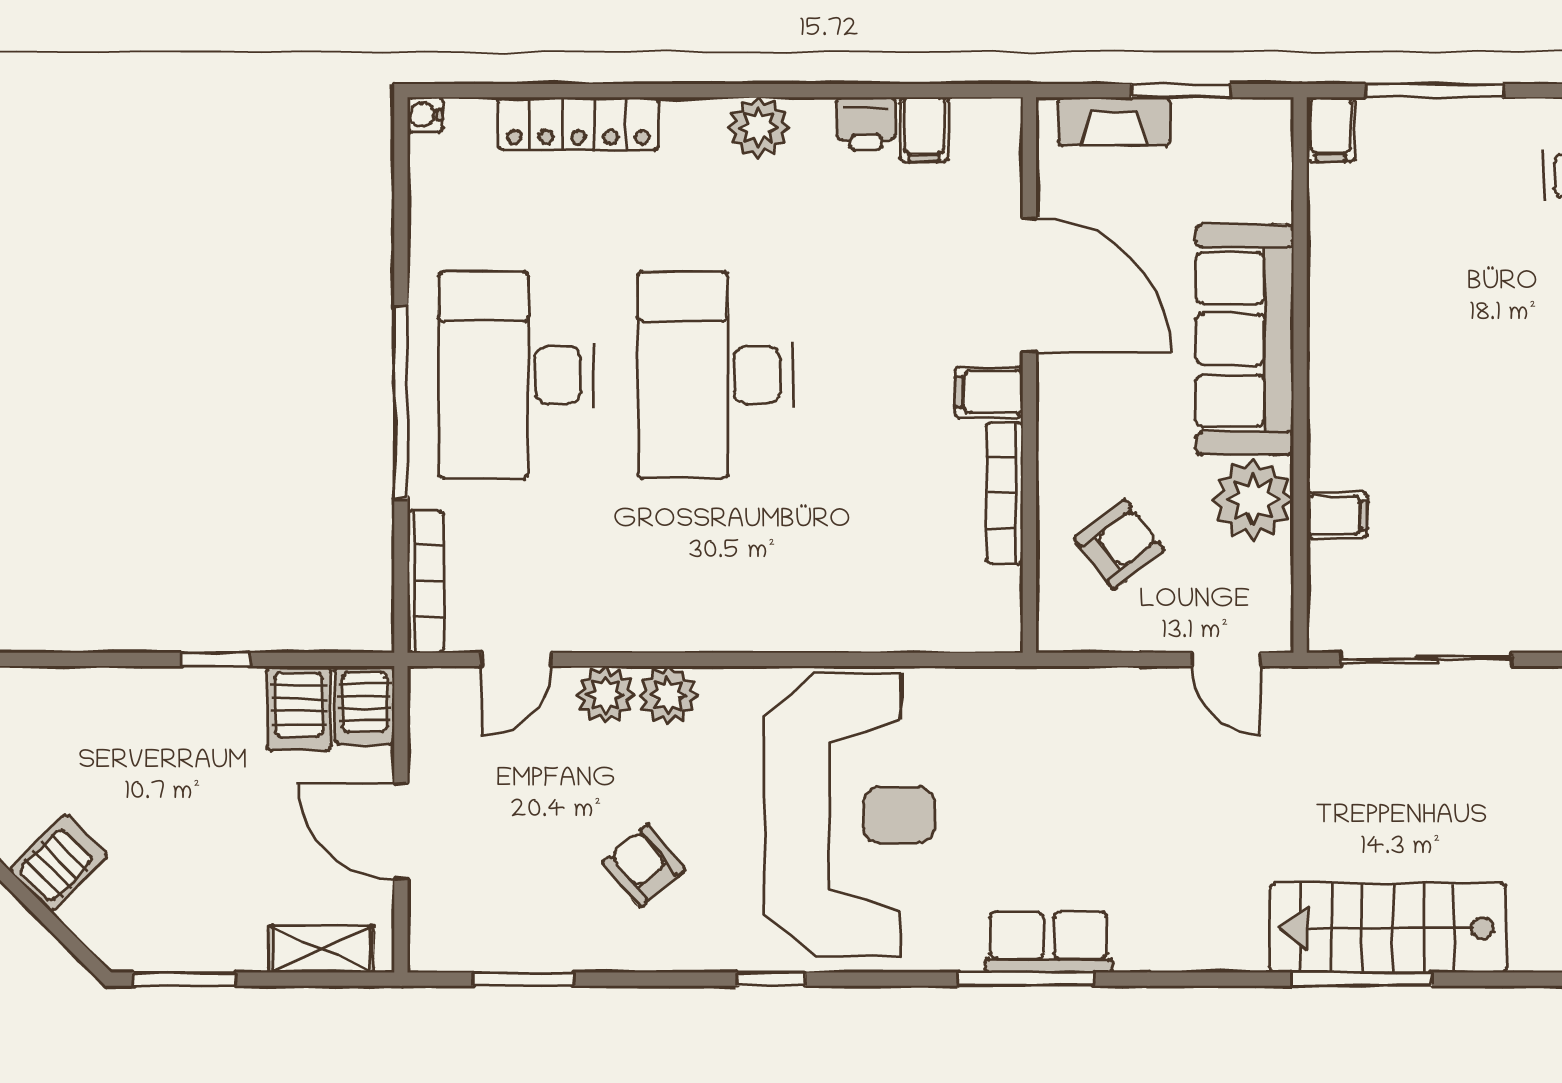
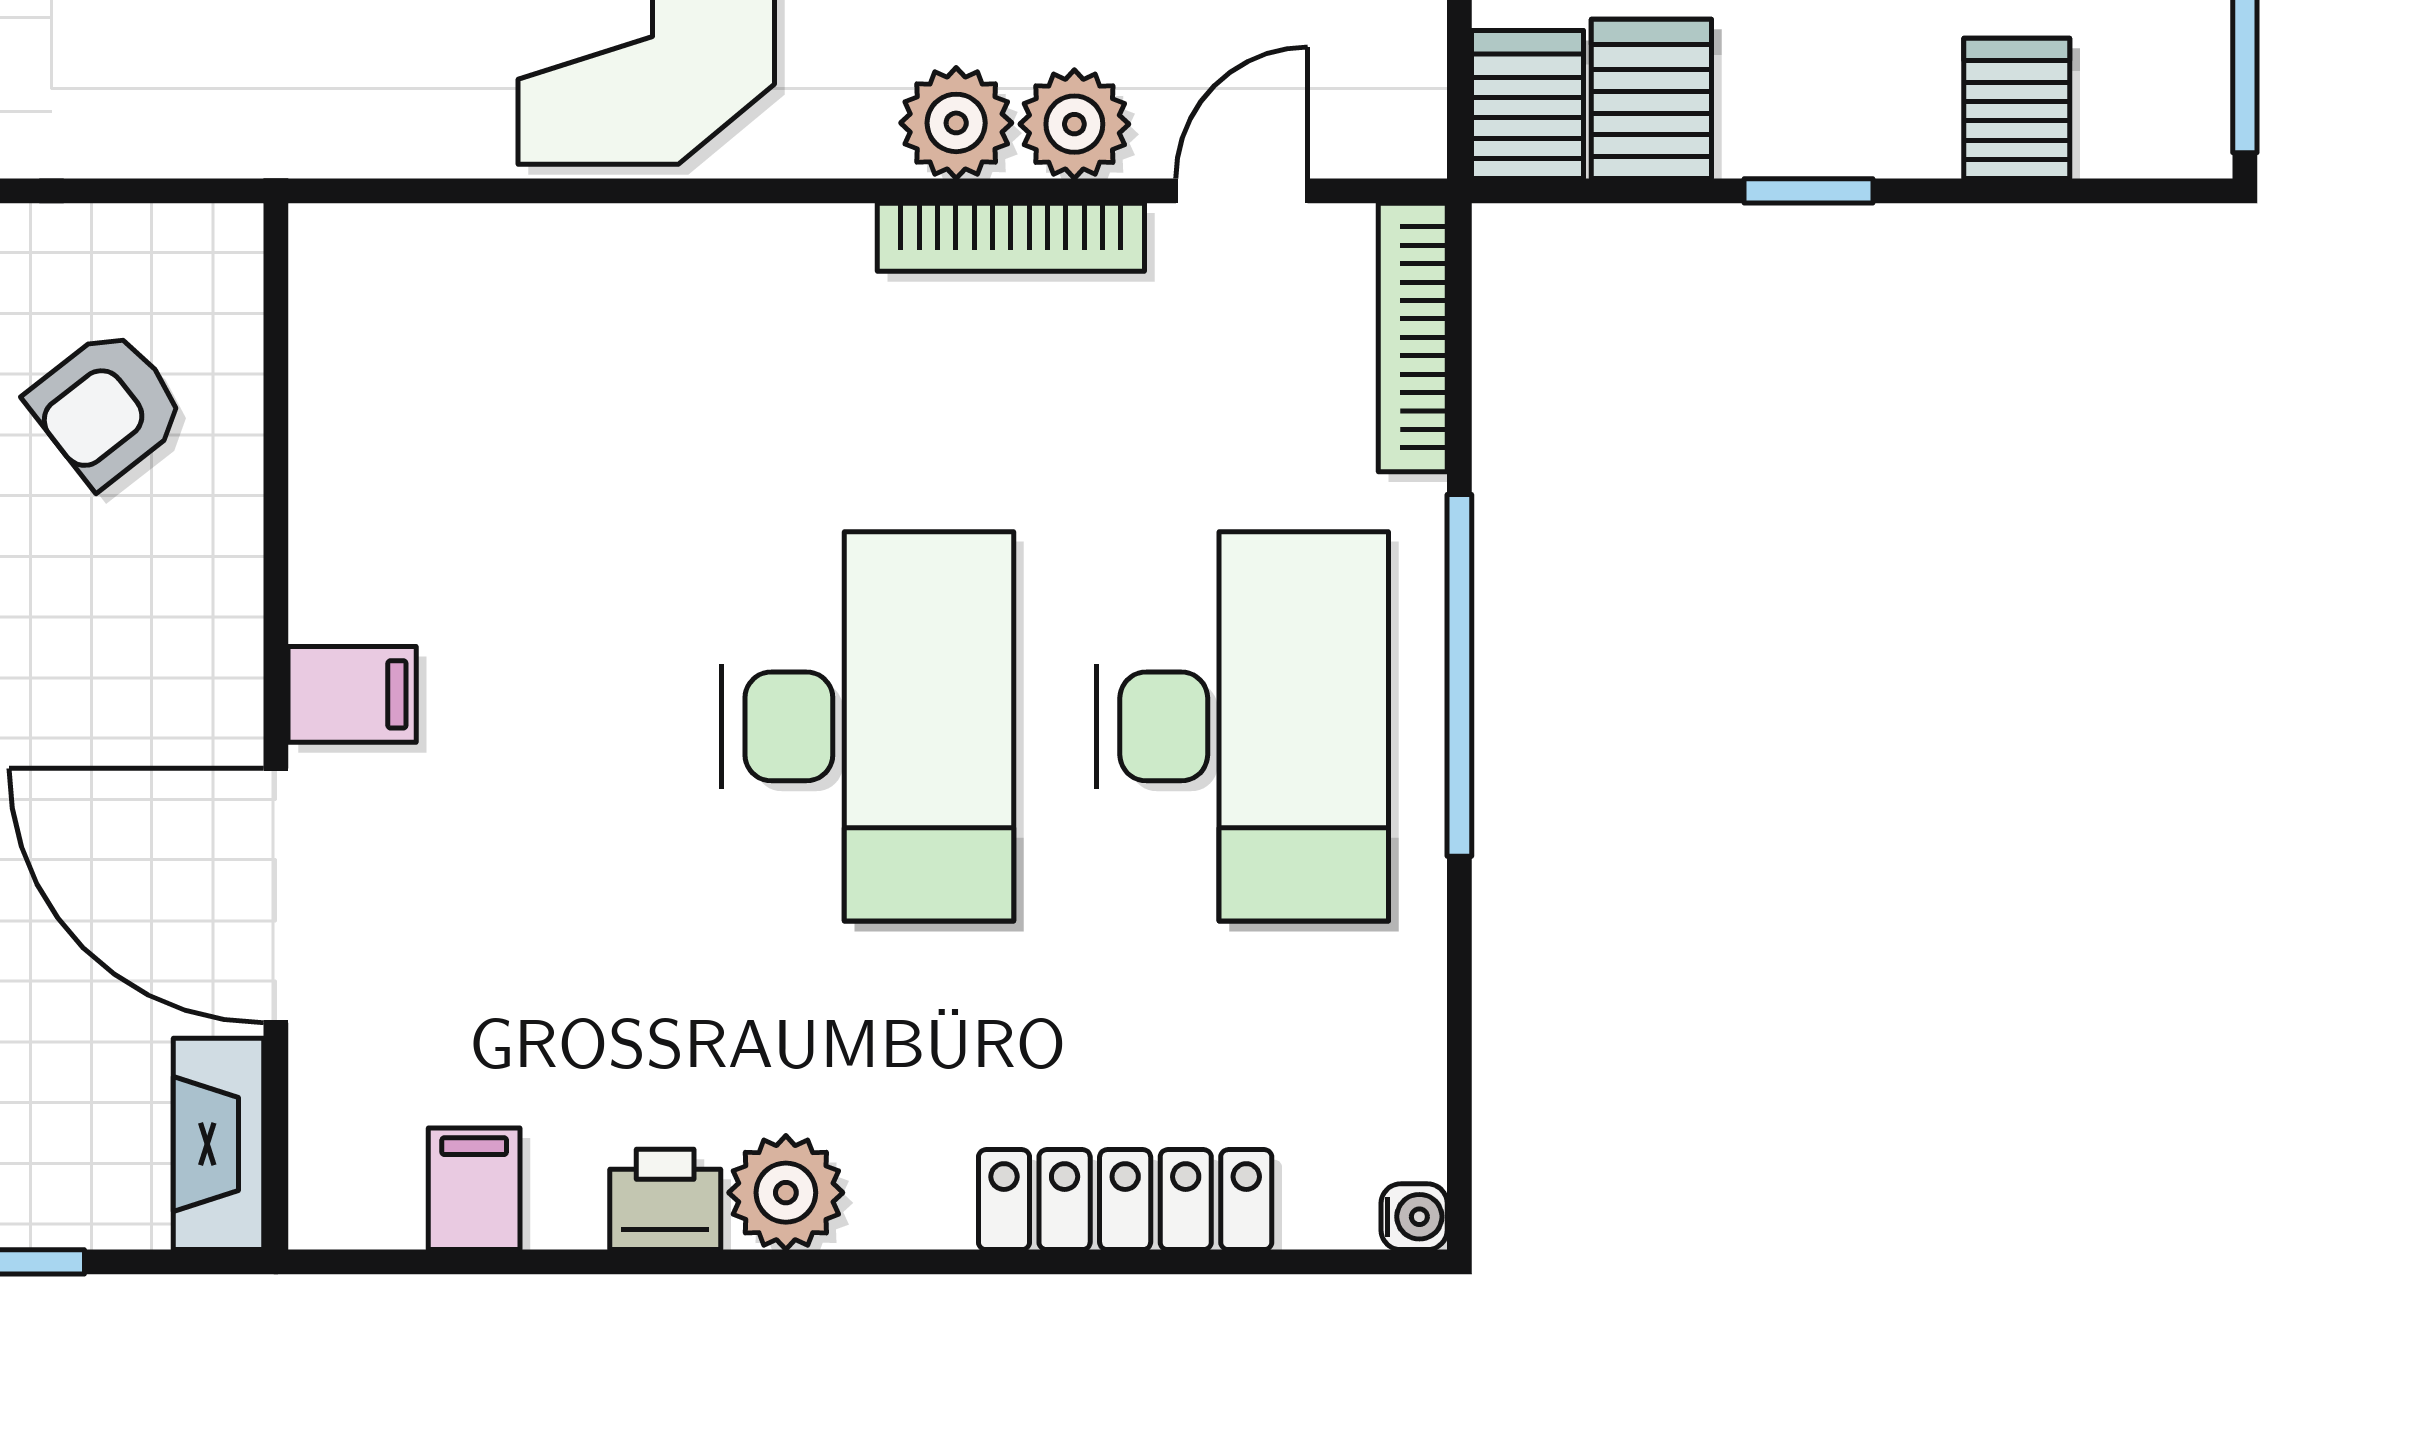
fireplace: (1114, 121) -> (219, 1144), moved, turned -90
printer: (866, 124) -> (665, 1199), moved
bookcase: (1005, 493) -> (1011, 237), moved, turned 90
server rack: (105, 703) -> (2017, 108), added

